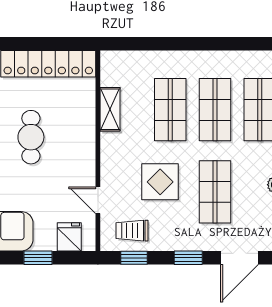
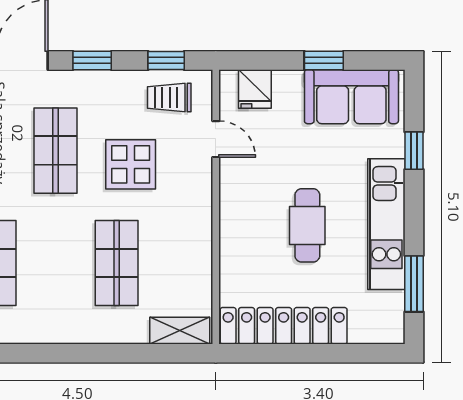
shelving: (110, 109) -> (180, 331), moved, turned 90
shop shelf: (215, 110) -> (56, 263), removed
trolley: (132, 231) -> (169, 98), turned 180
window: (38, 258) -> (324, 60), moved

